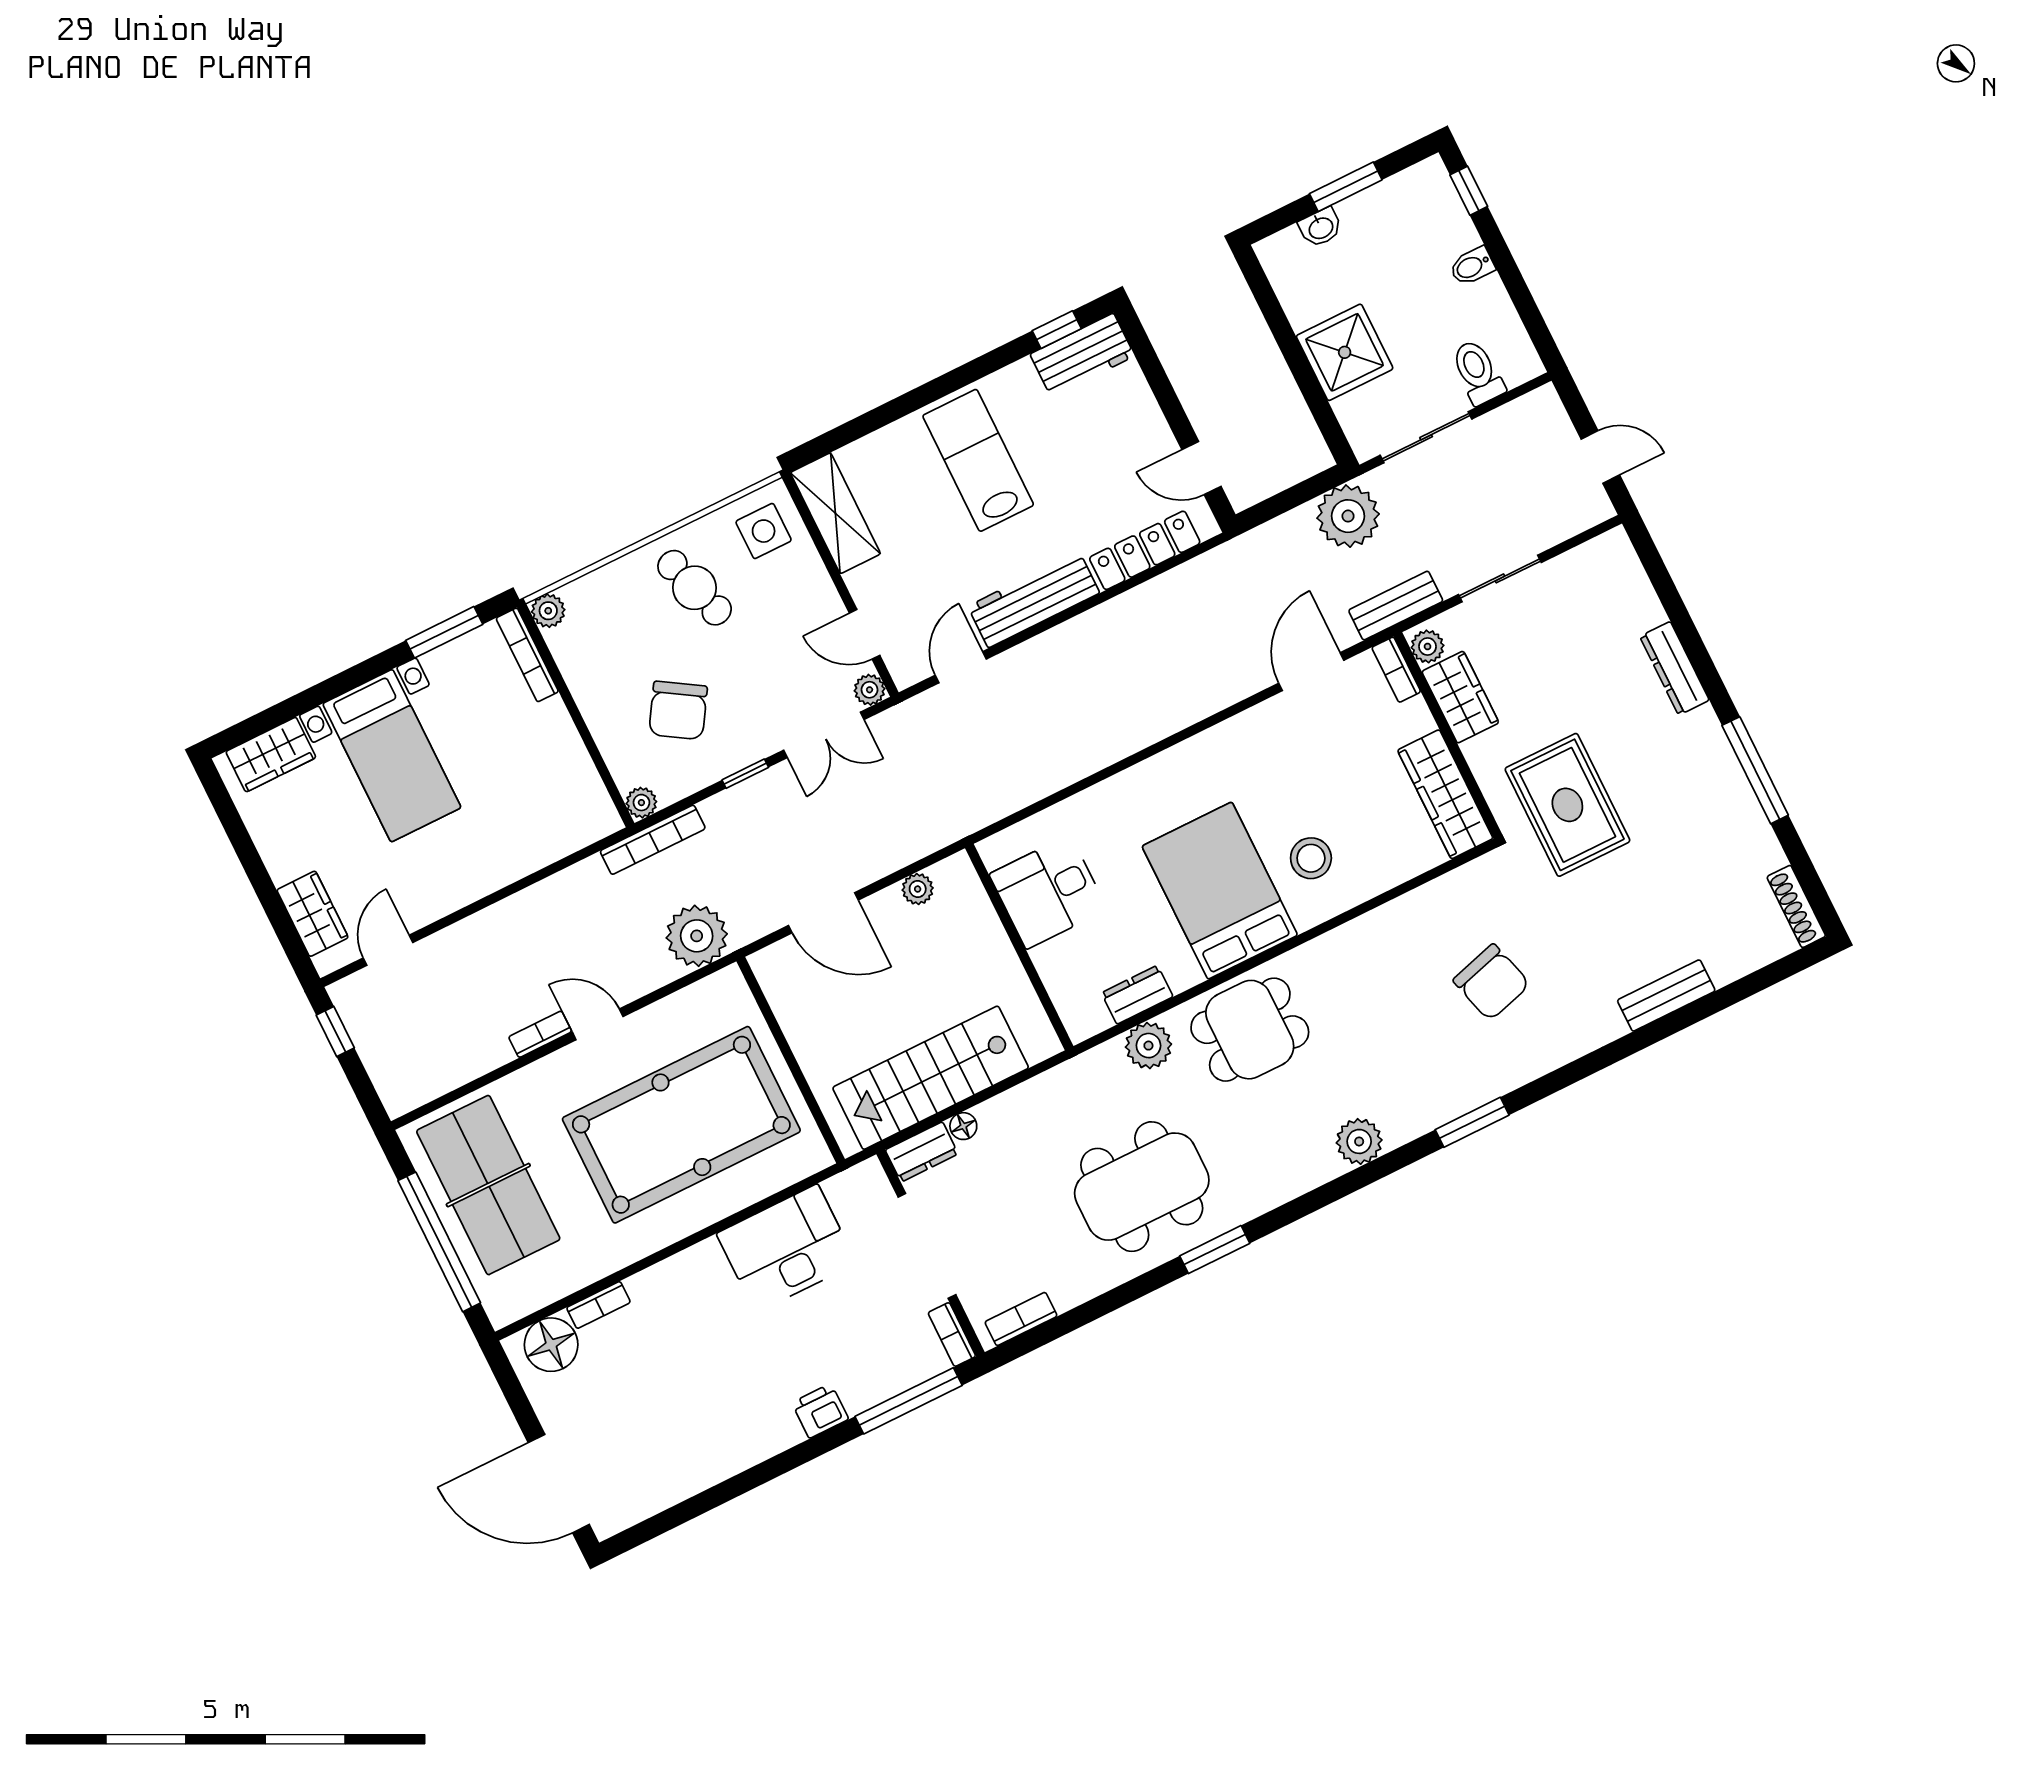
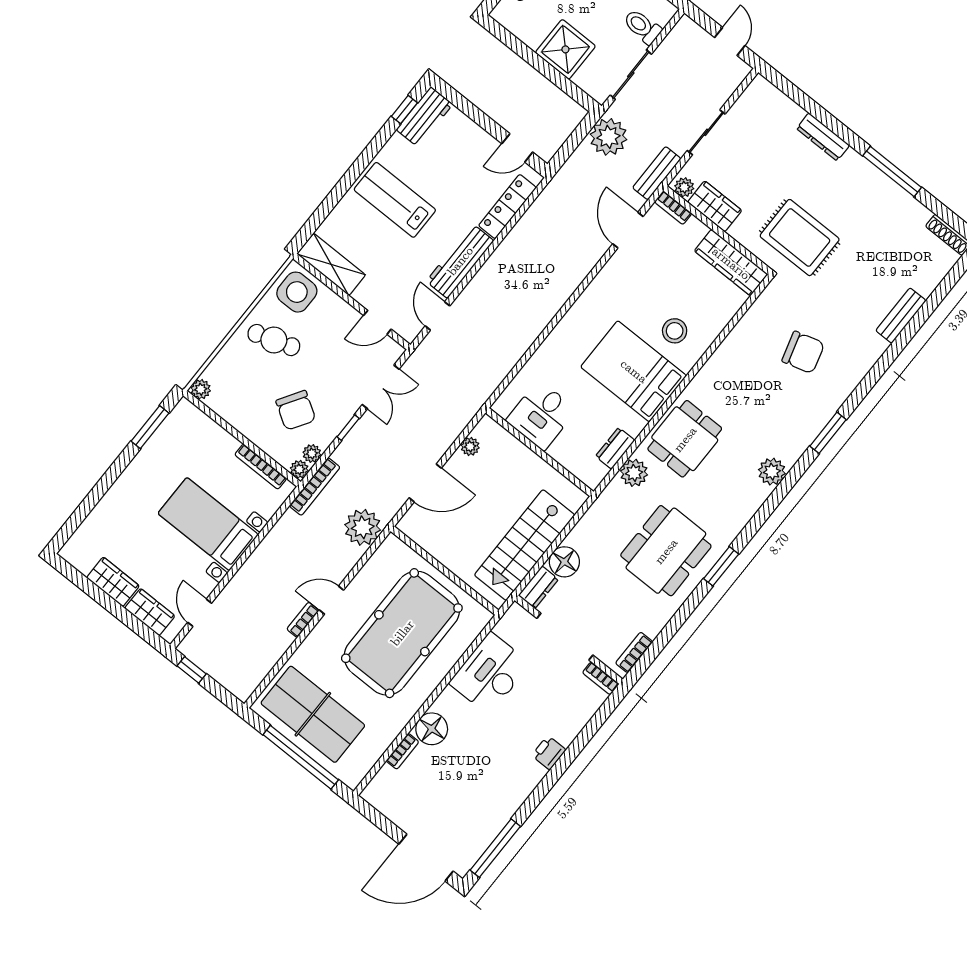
door: (1600, 457) -> (730, 41), hinge flipped
side table: (764, 531) -> (297, 292), width x1.37, depth x1.37
bookcase: (527, 655) -> (261, 467), moved
plant: (870, 690) -> (312, 454), moved
wardrobe: (271, 755) -> (113, 582), moved, turned -90
bed with nightstands: (392, 756) -> (208, 524), moved, turned 180
floor lamp: (963, 1126) -> (564, 562), width x1.89, depth x1.89
floor lamp: (551, 1345) -> (432, 729), moved
window: (909, 1401) -> (495, 848), moved

